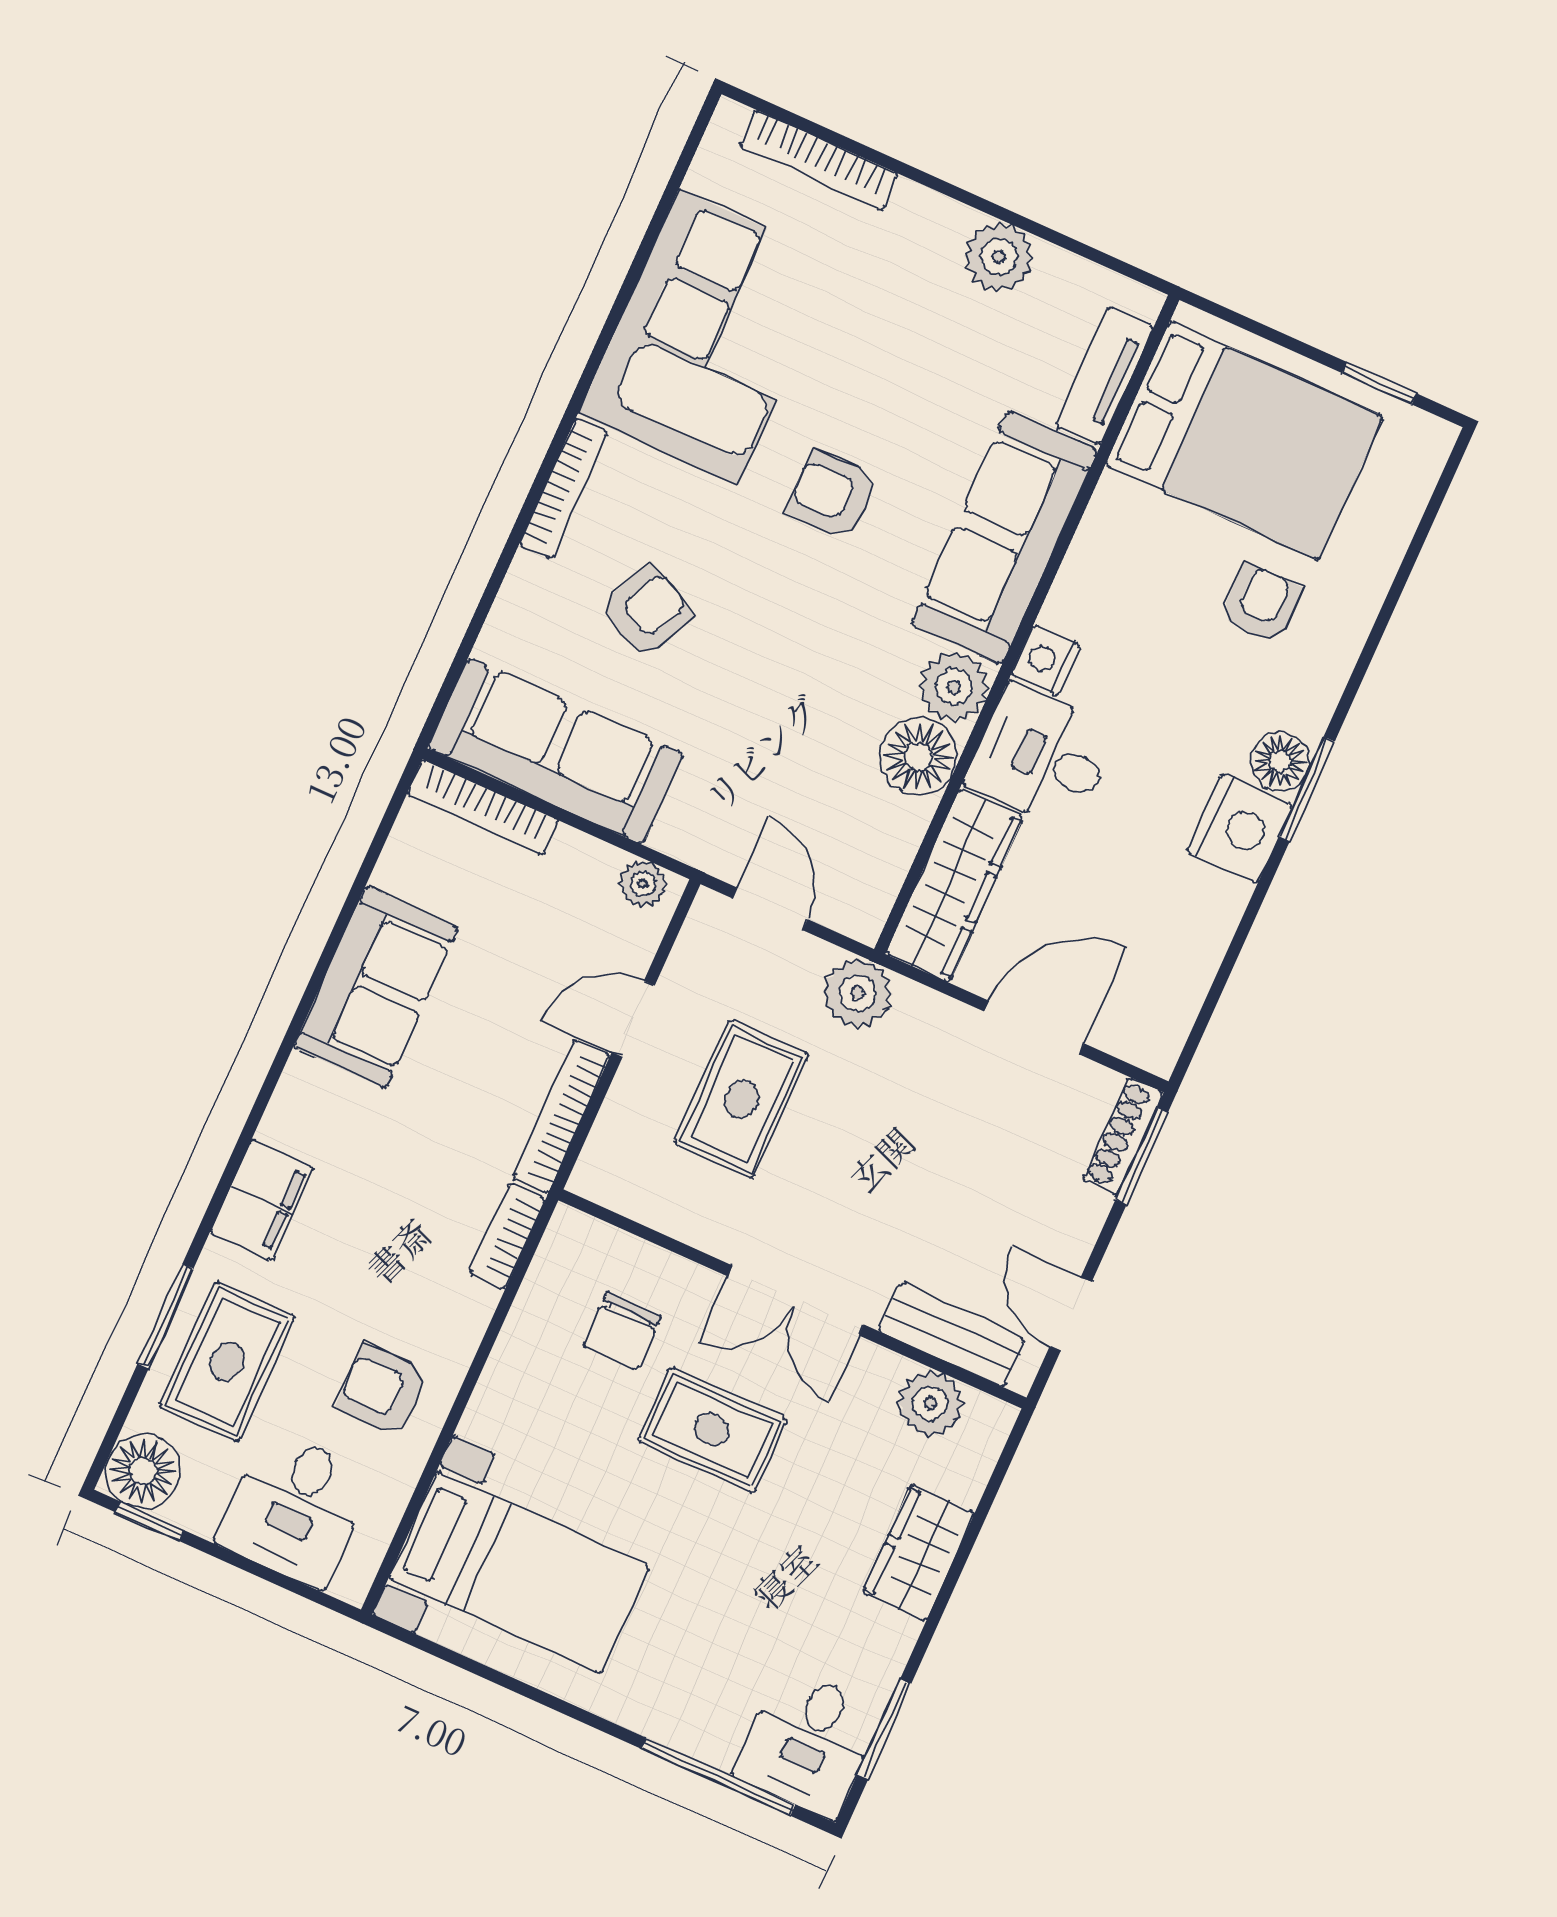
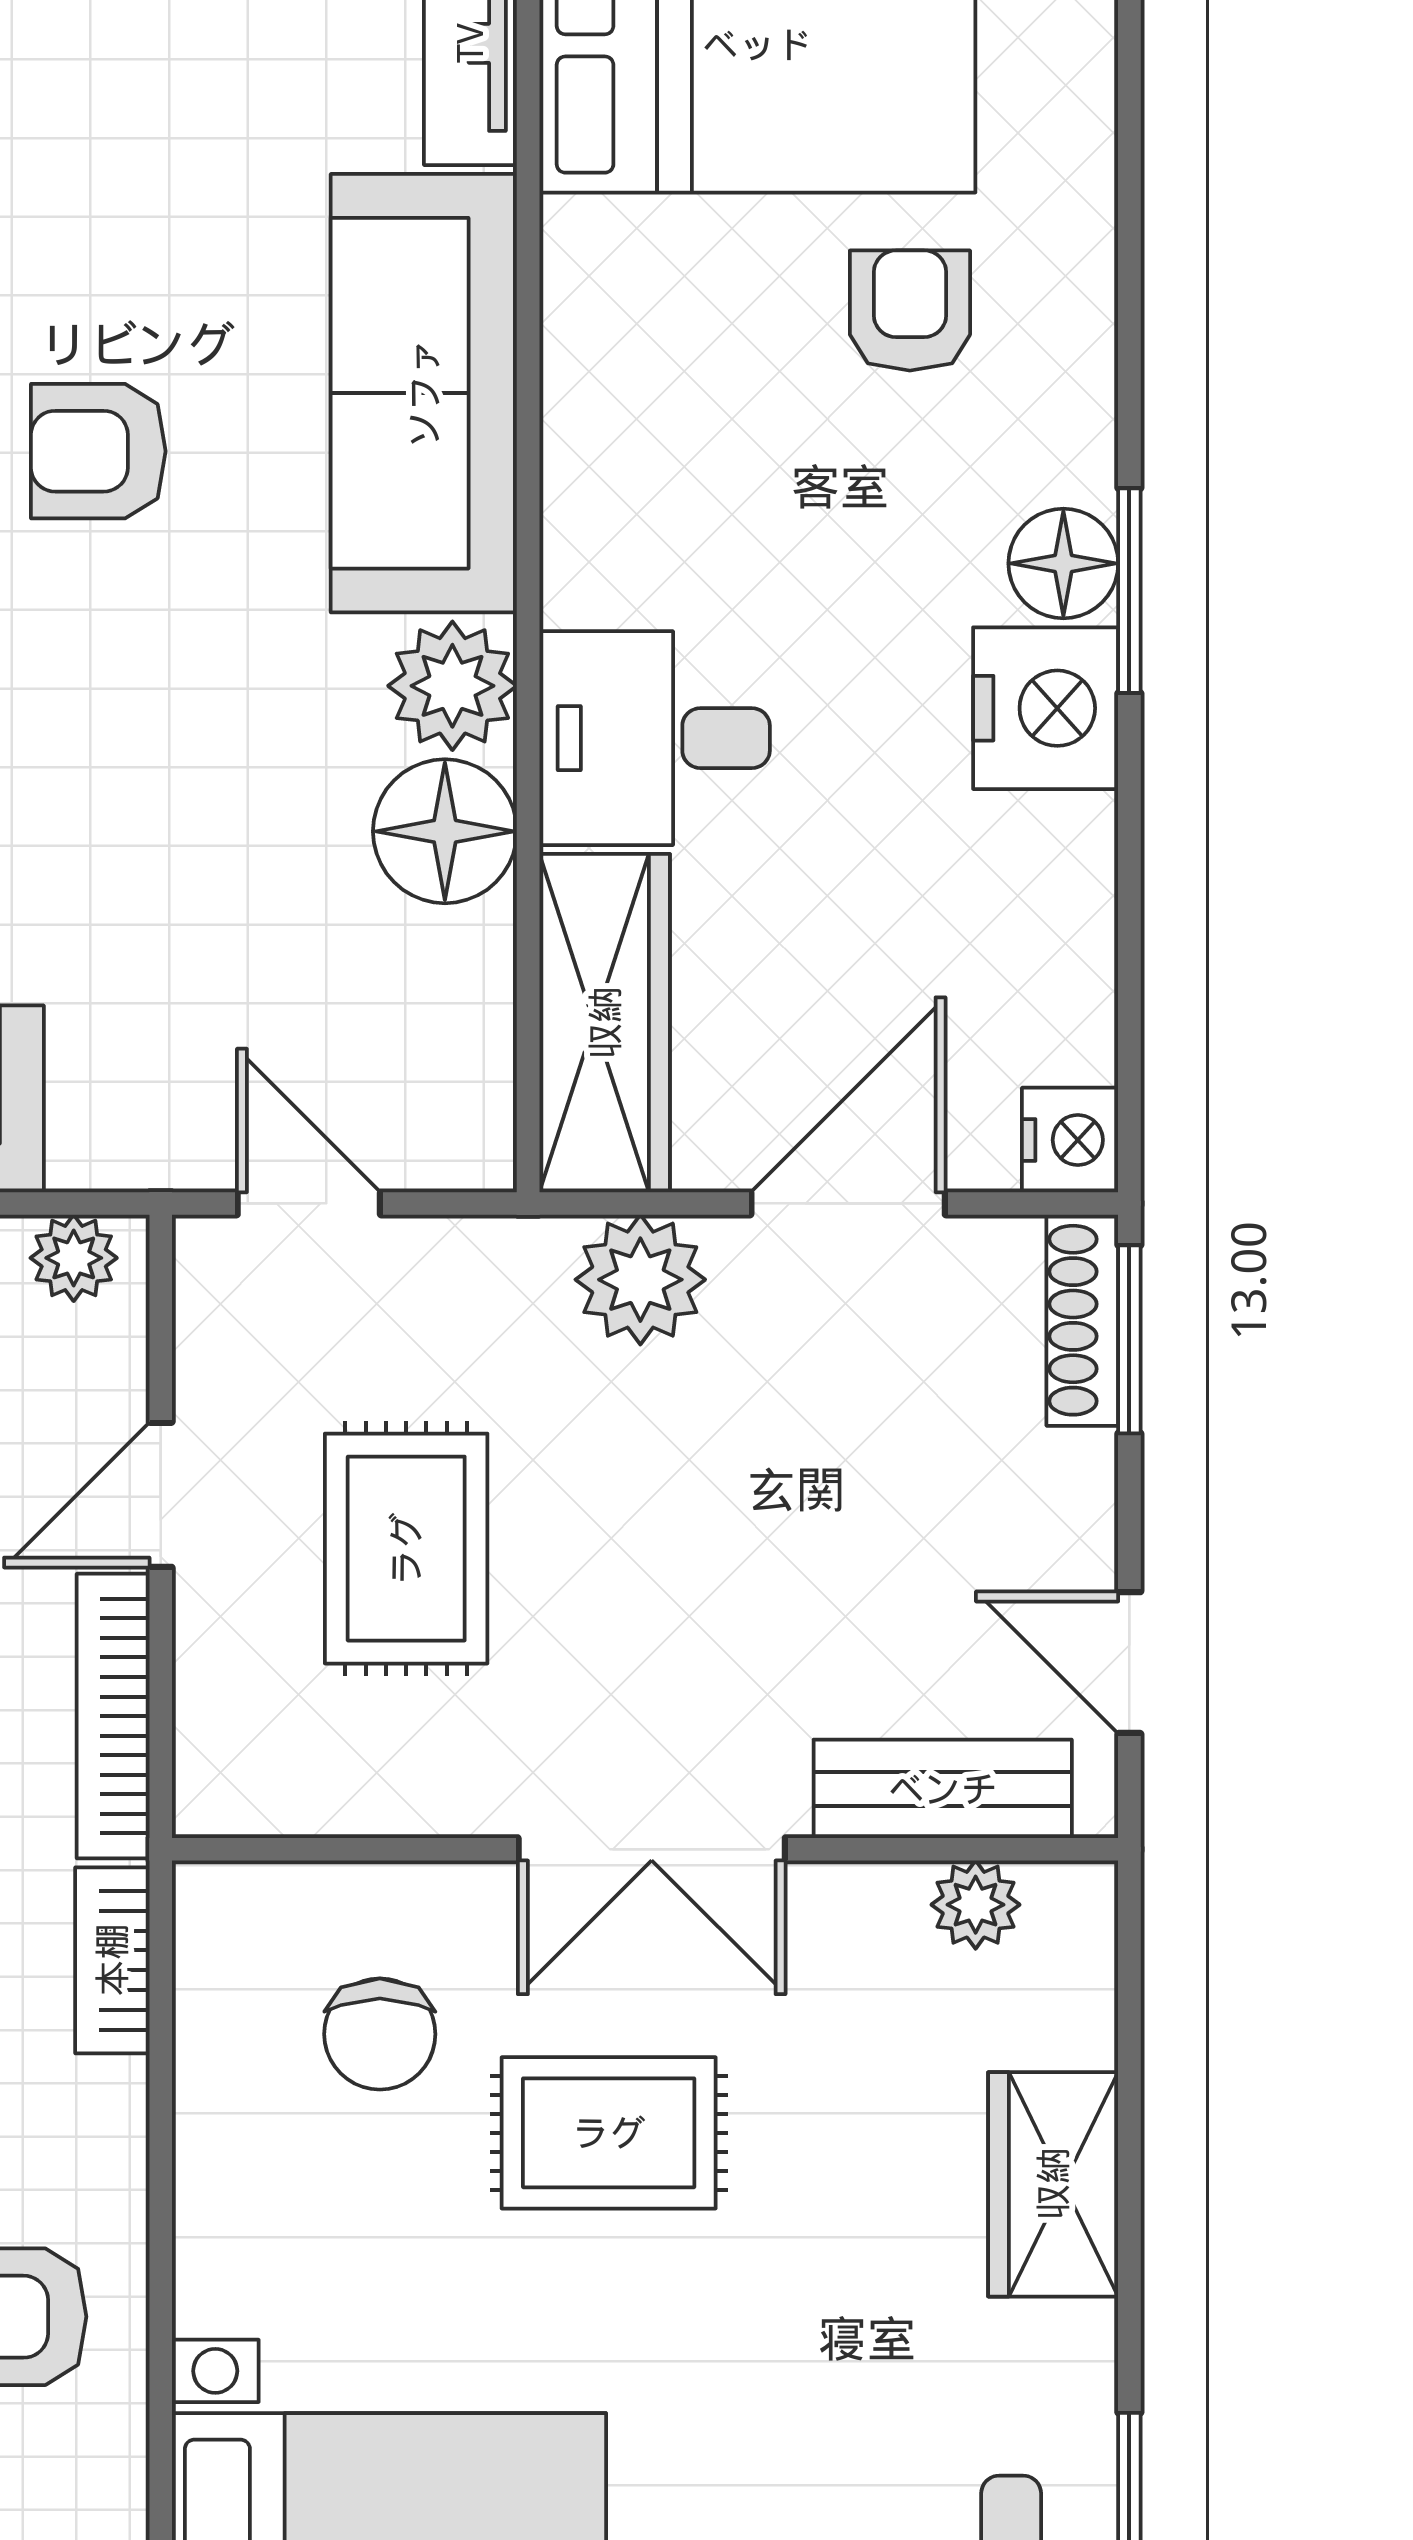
nightstand: (1046, 660) -> (1070, 1140), moved, turned 180
plant: (858, 993) -> (640, 1280), moved
plant: (930, 1403) -> (976, 1905), width x0.73, depth x0.73

